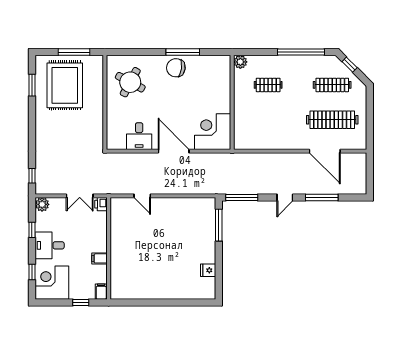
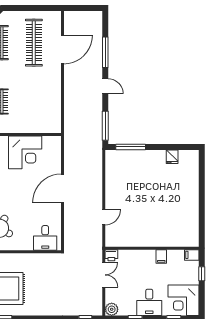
corner desk: (213, 132) -> (25, 152), moved, turned -90
desk: (139, 136) -> (45, 238), moved, turned 90

